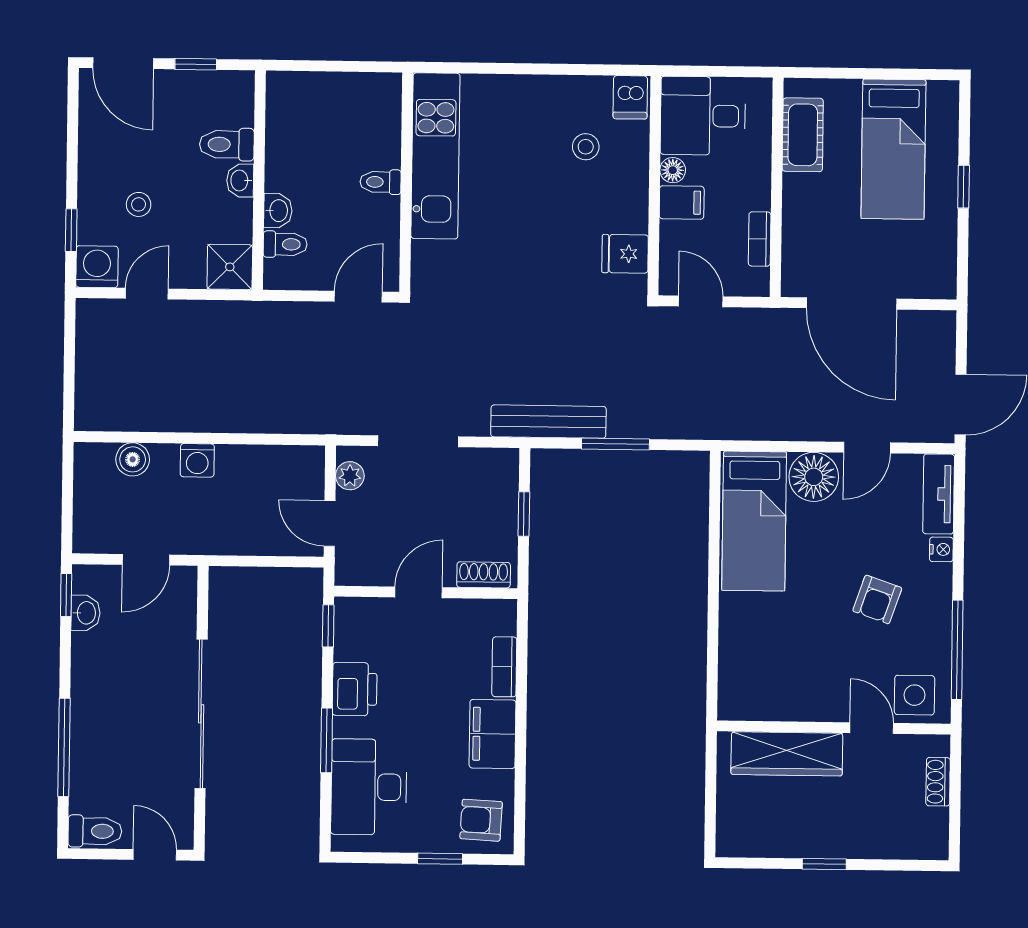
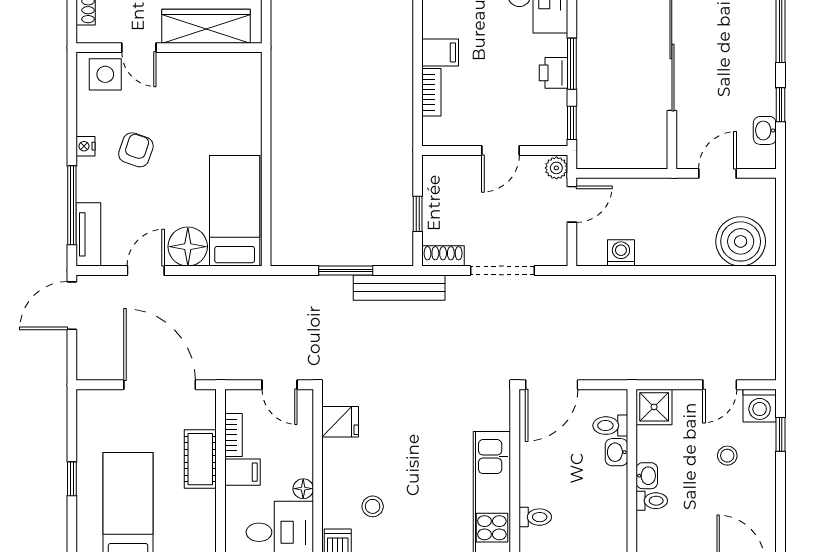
cot: (803, 135) -> (200, 459), moved
toilet: (227, 144) -> (652, 501), width x0.73, depth x0.72
toilet: (381, 182) -> (535, 517), moved
filing cabinet: (682, 202) -> (242, 472), moved, turned 180
door: (358, 297) -> (552, 385), width x1.38
boiler: (133, 459) -> (741, 241), width x1.86, depth x1.86
washing machine: (197, 460) -> (621, 253), moved
plant: (350, 476) -> (556, 168), moved
door: (330, 523) -> (572, 204), hinge flipped
nightstand: (941, 549) -> (86, 146), moved
shoe rack: (484, 575) -> (443, 256), moved, turned 180
window: (66, 595) -> (780, 105), moved
window: (957, 650) -> (72, 205), moved
printer: (355, 689) -> (554, 73), width x0.73, depth x0.81
filing cabinet: (493, 734) -> (440, 52), width x0.50
window: (327, 740) -> (572, 64), moved

